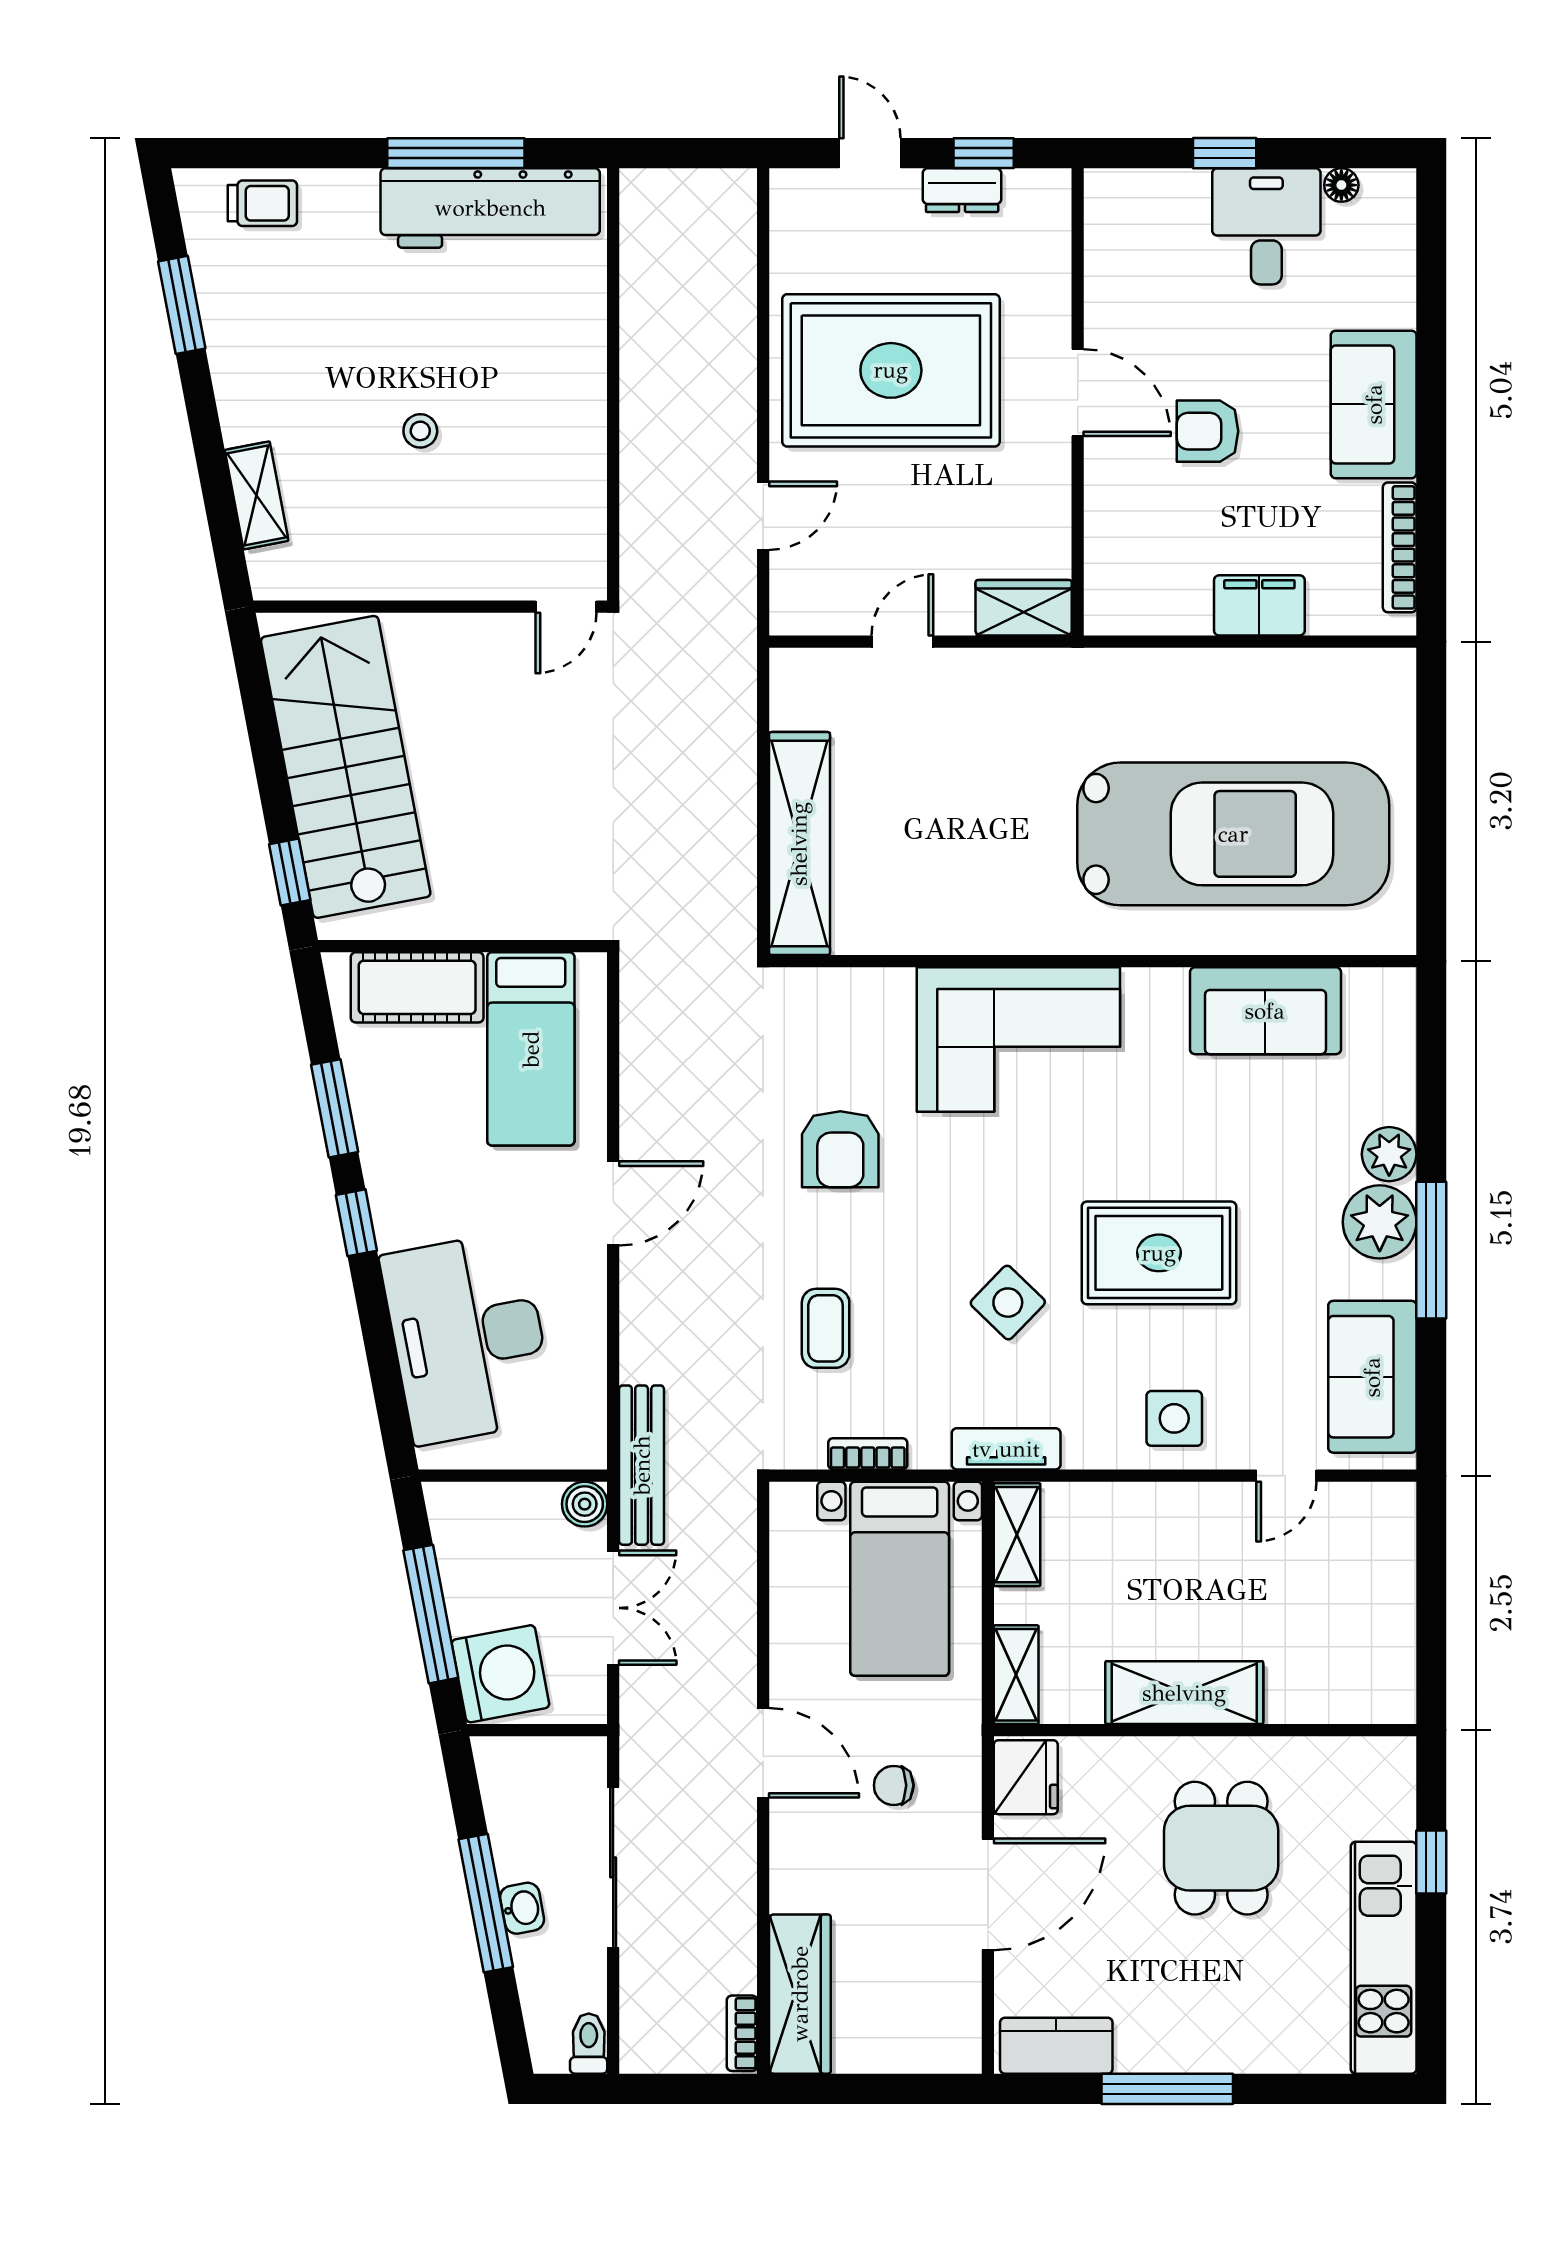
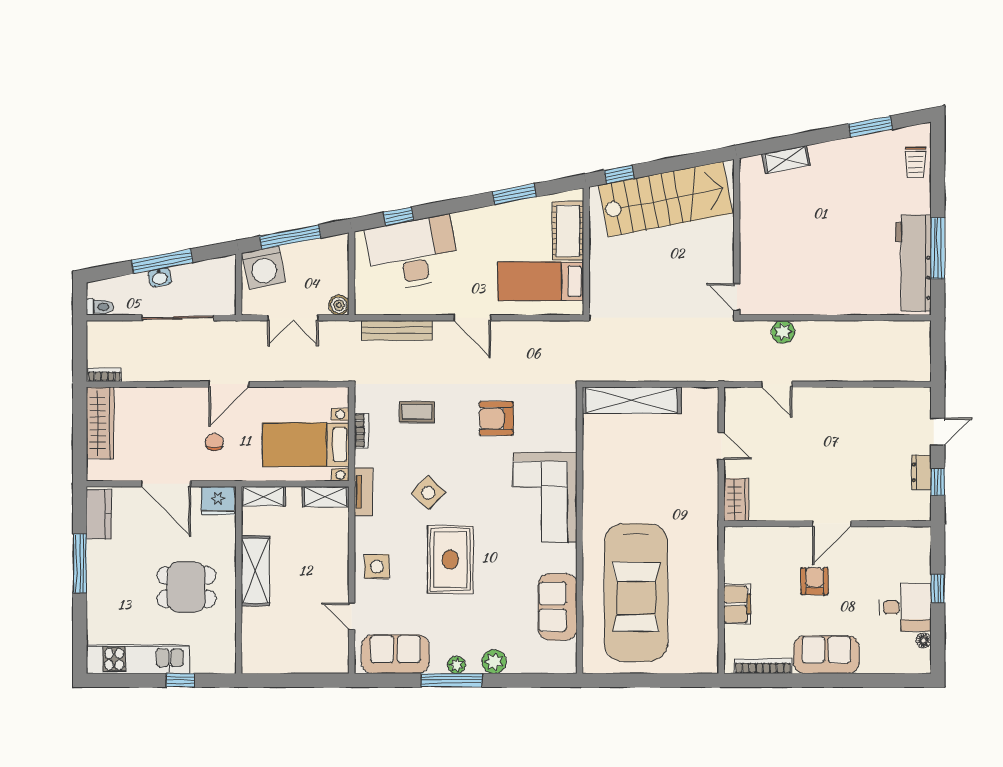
rug: (891, 370) -> (841, 441), removed
stool: (420, 431) -> (815, 232), removed
plant: (645, 502) -> (783, 332), added
plant: (1380, 1222) -> (456, 665), width x0.53, depth x0.53
window: (356, 1223) -> (399, 216), moved
bench: (642, 1465) -> (397, 330), moved
wardrobe: (800, 1994) -> (100, 423), moved, turned -90

